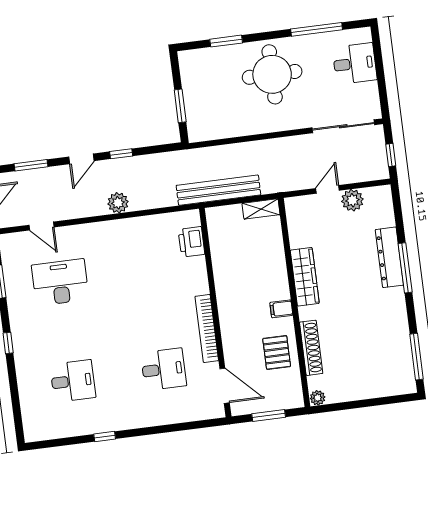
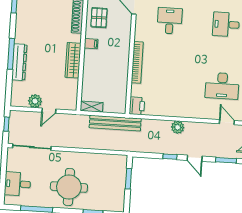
door: (81, 159) -> (195, 158), swing flipped
printer: (191, 242) -> (137, 106), moved
bookcase: (207, 328) -> (137, 62), moved
desk: (164, 369) -> (170, 21), turned 90

